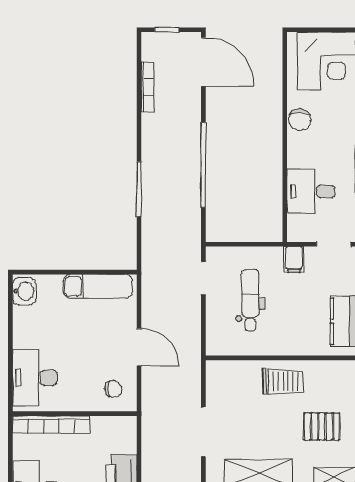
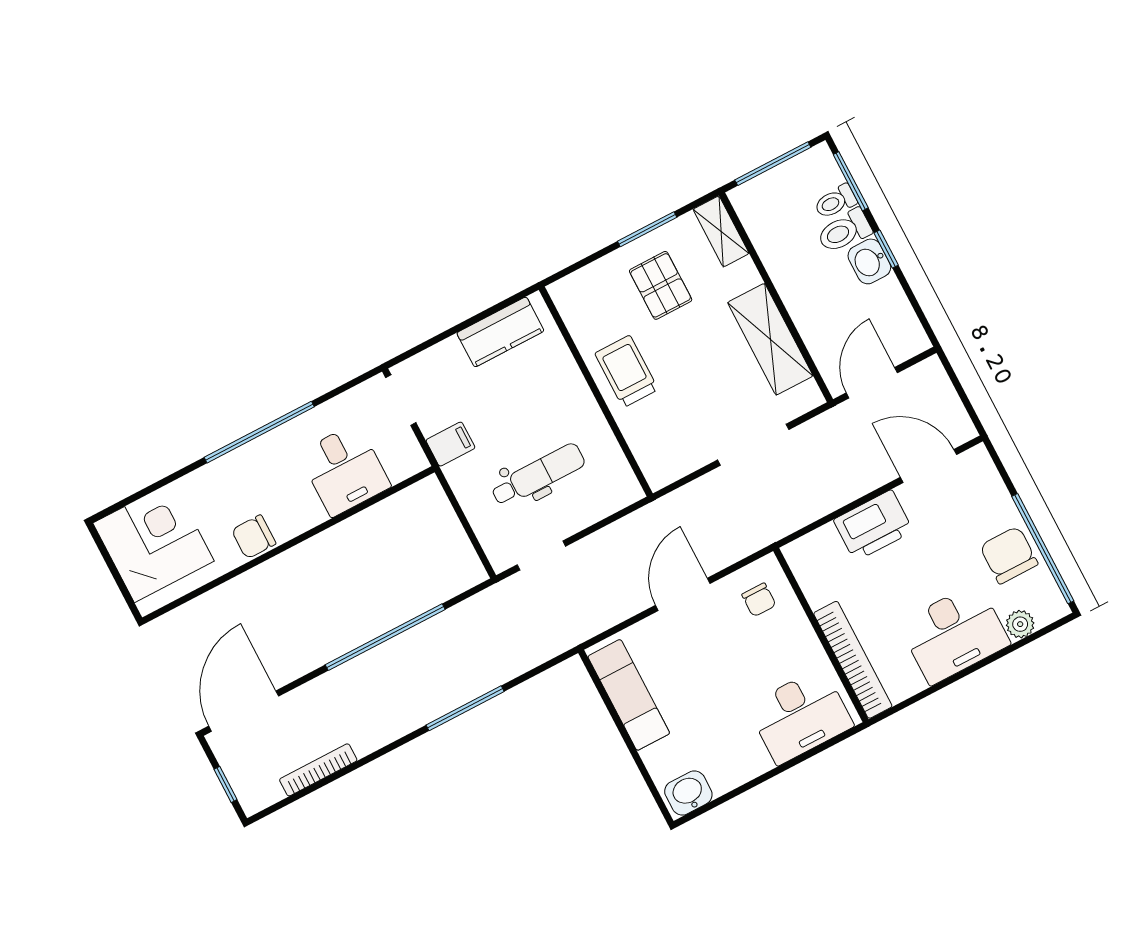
chair: (300, 120) -> (254, 537), turned 180
dental chair: (250, 300) -> (538, 475), turned 180
chair: (113, 389) -> (759, 600), turned 180

